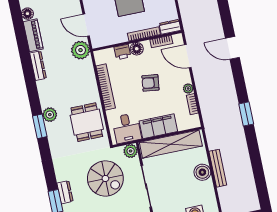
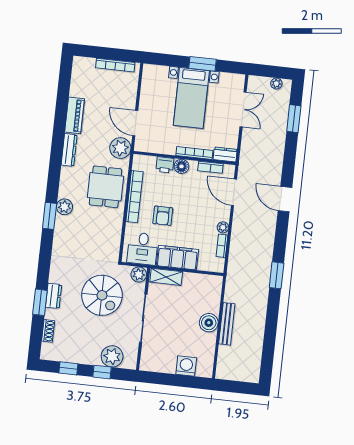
floor lamp: (27, 14) -> (76, 90), removed
armchair: (150, 83) -> (163, 216), moved, turned -97
dining table: (87, 122) -> (106, 187), moved
shelving: (171, 144) -> (166, 277), width x0.45, depth x0.75

